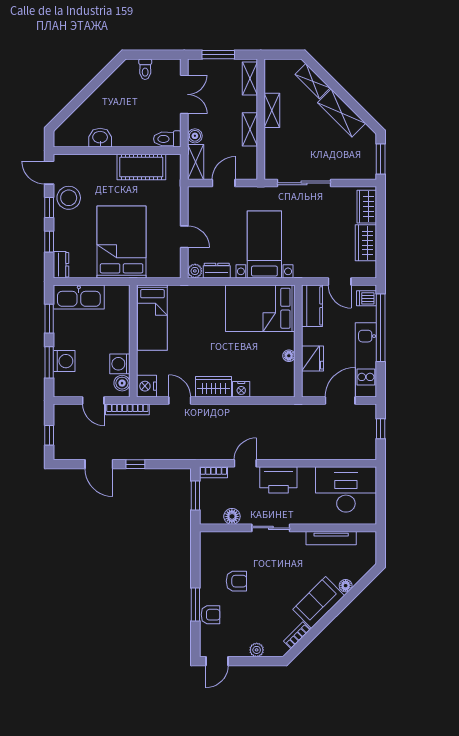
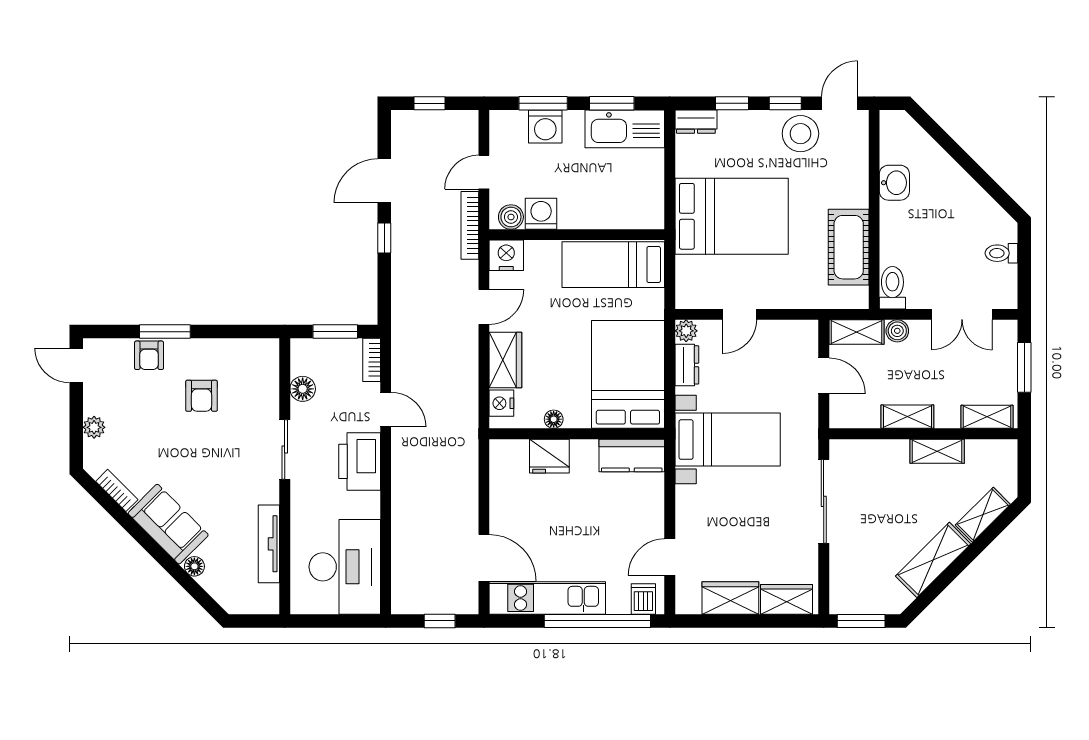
kitchen sink: (79, 297) -> (625, 129), moved, turned -90
kitchen counter: (312, 306) -> (632, 455), moved
bed: (260, 308) -> (628, 374), moved
wall: (298, 341) -> (577, 434), moved
floor lamp: (289, 356) -> (554, 419), moved
fridge: (312, 358) -> (549, 456), moved

